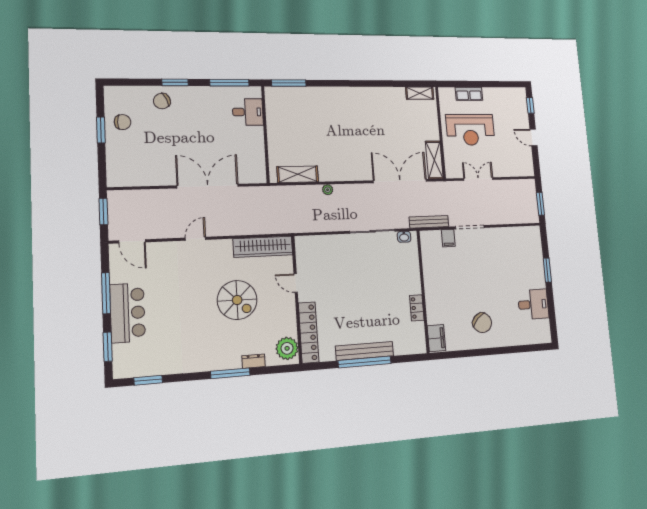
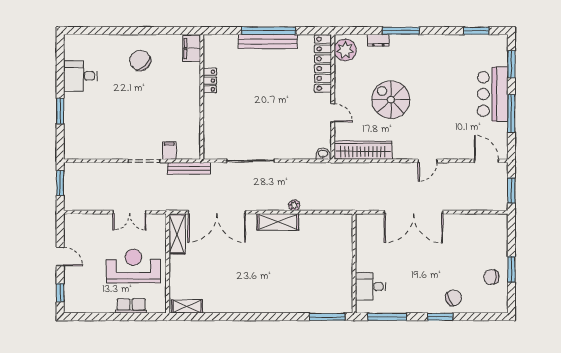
shelving: (298, 174) -> (278, 222), moved
washbasin: (404, 237) -> (323, 154), moved

